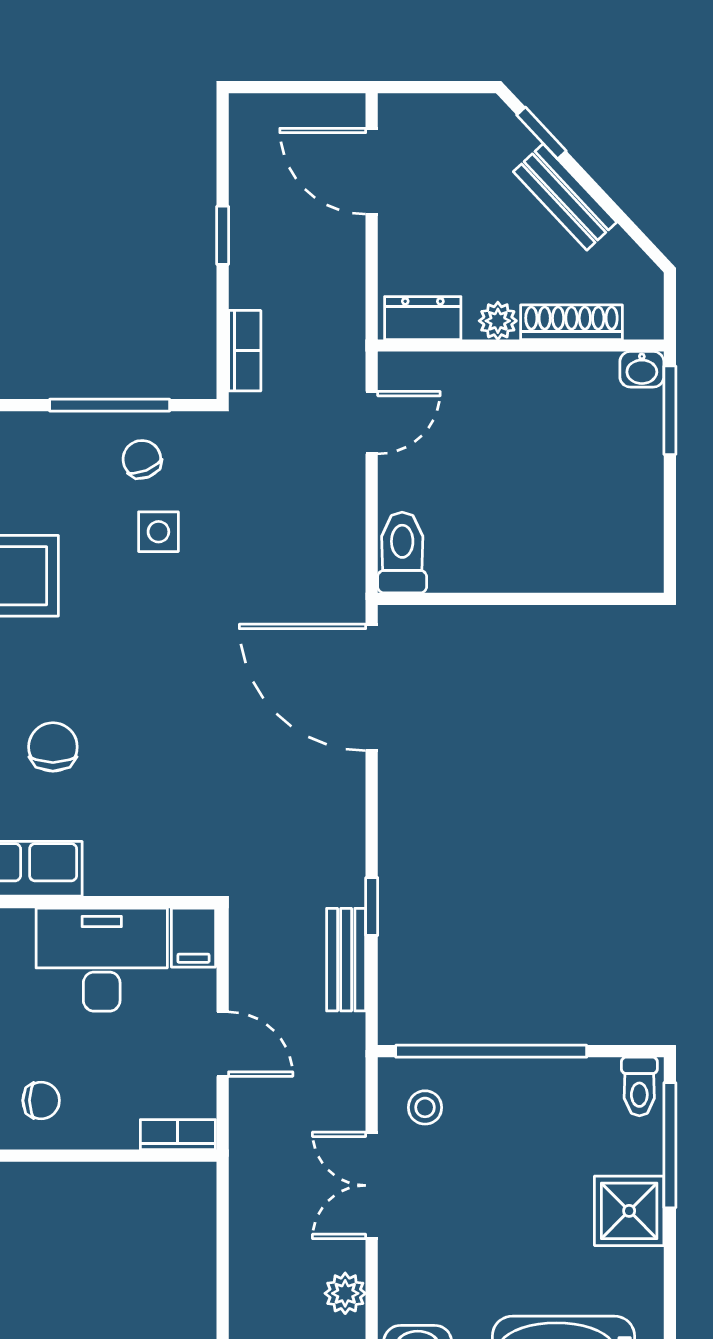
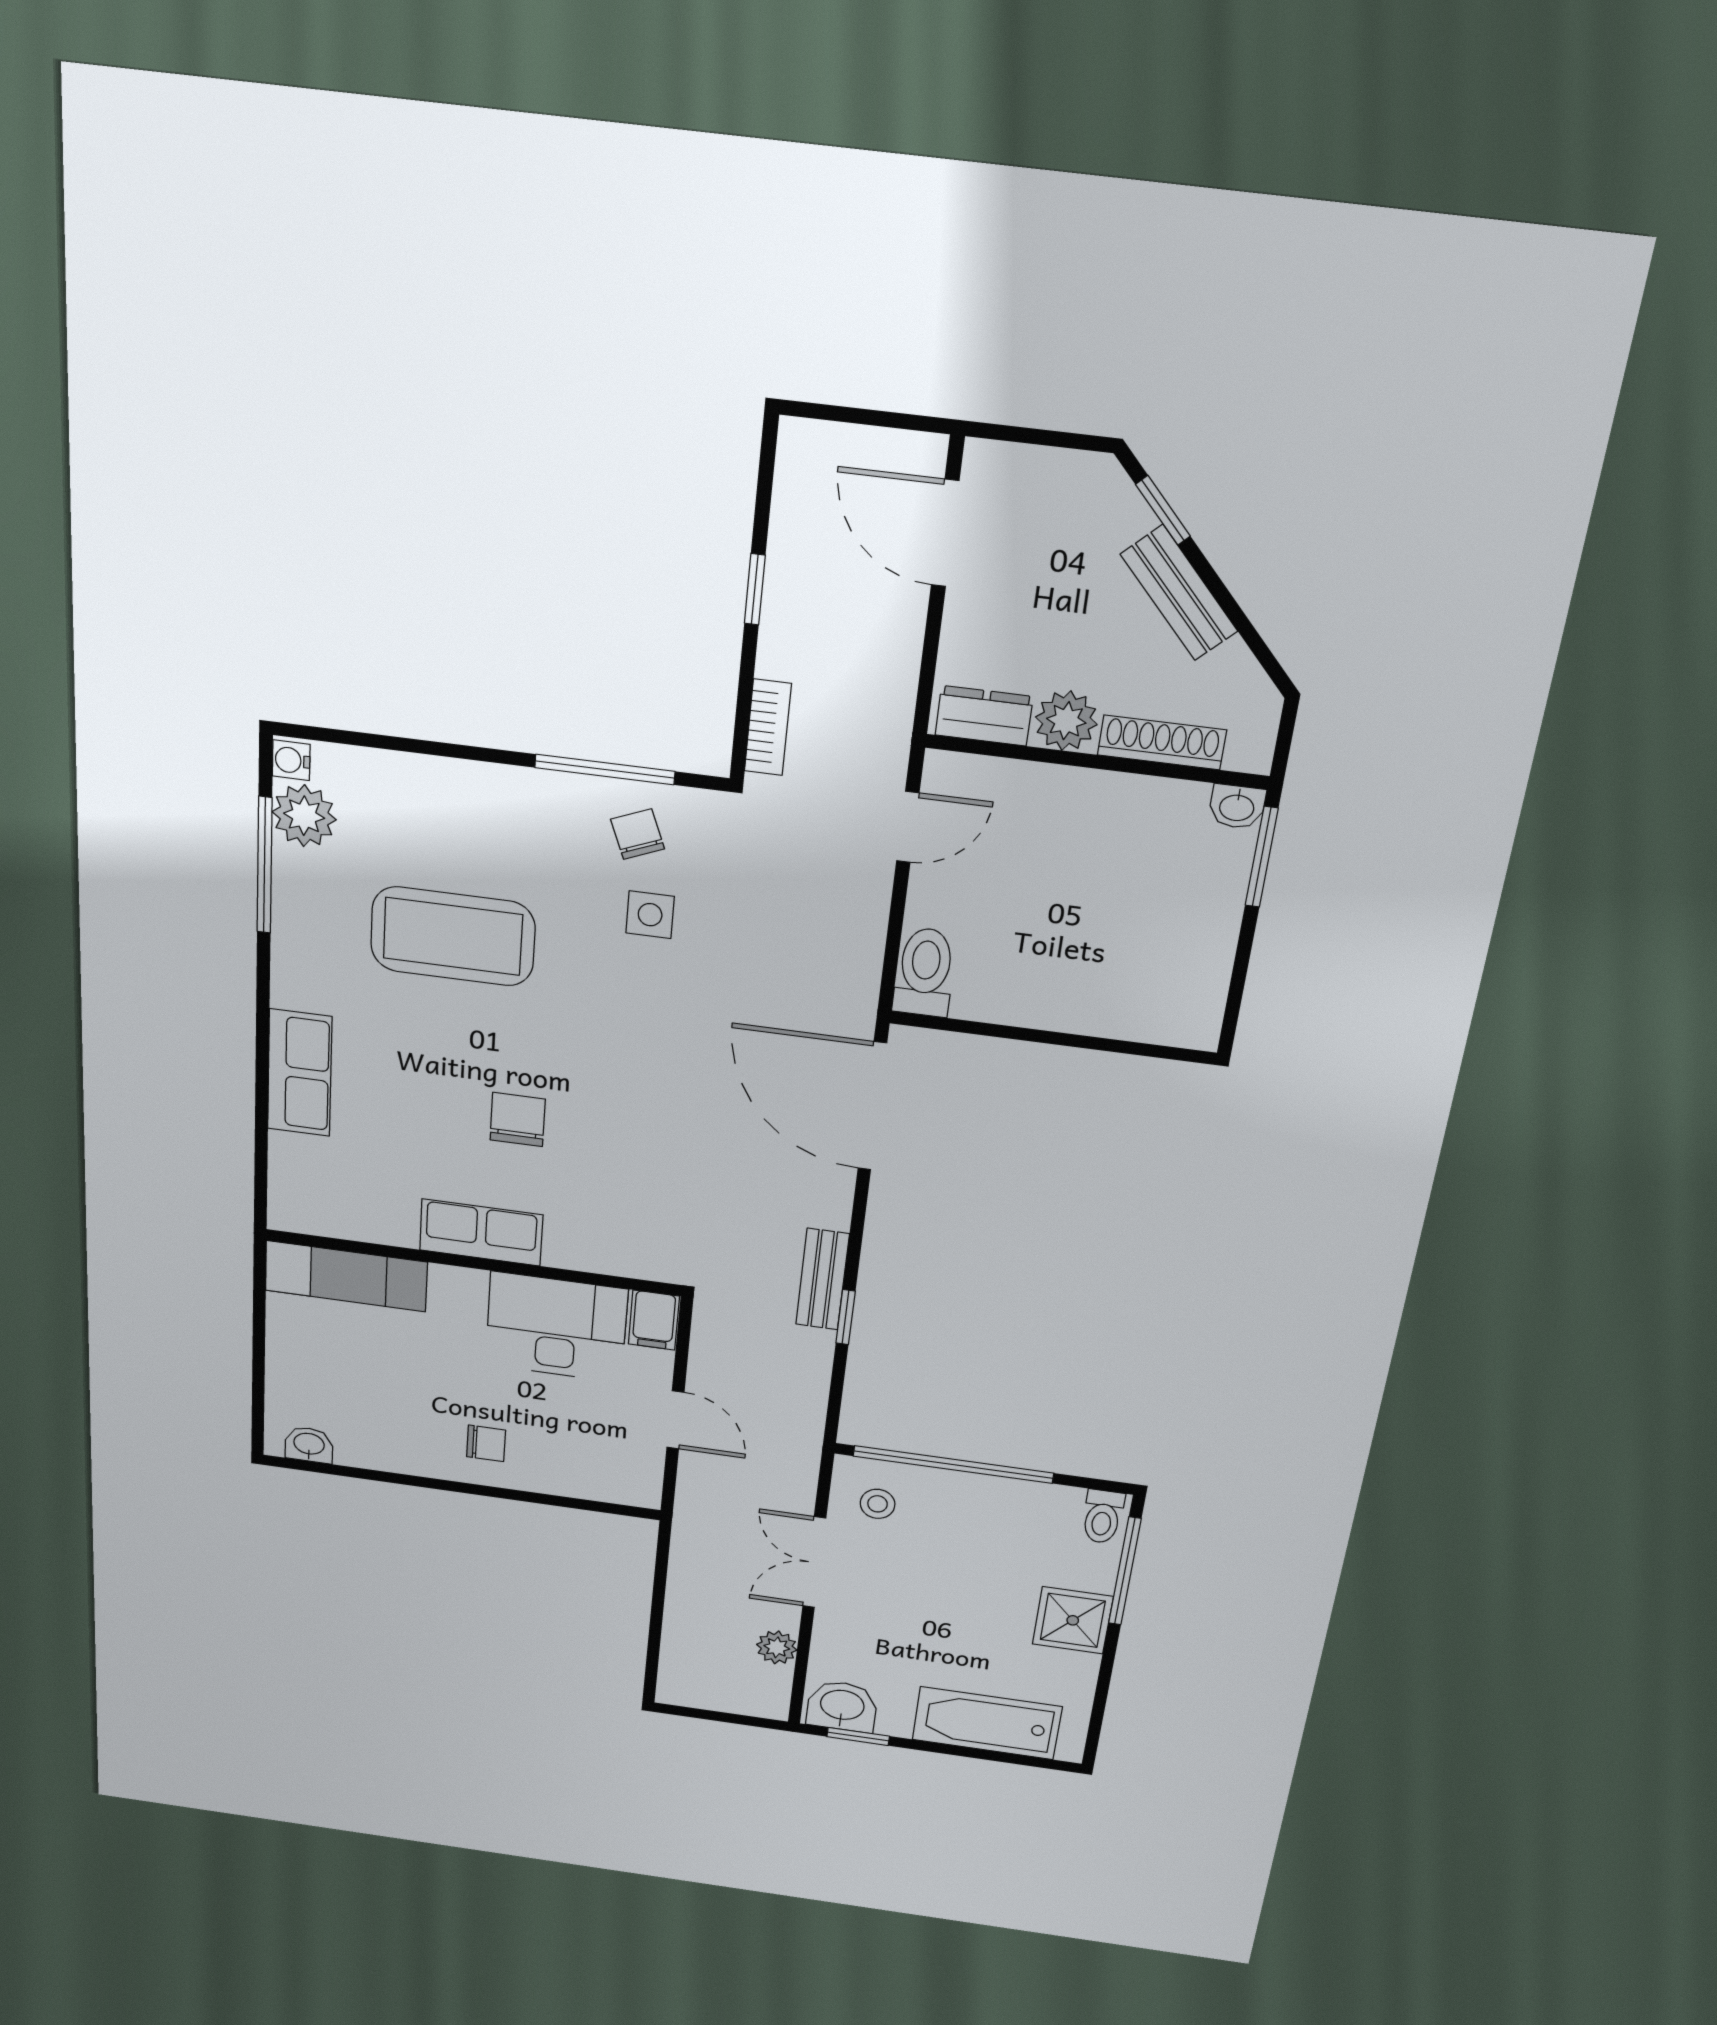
plant: (498, 321) -> (1066, 721), width x1.38, depth x1.38
bench: (346, 960) -> (822, 1279), moved
bookcase: (178, 1135) -> (622, 1492), removed

